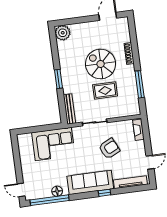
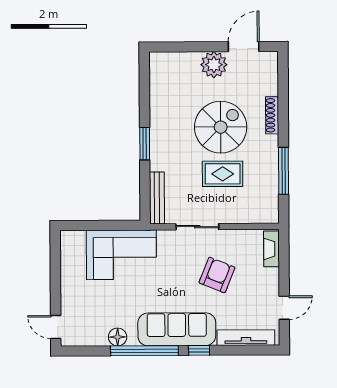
plant: (63, 33) -> (214, 65), moved
spiral stairs: (101, 64) -> (221, 127), turned 90
armchair: (109, 149) -> (217, 275), turned -42
window: (50, 200) -> (144, 351), moved

